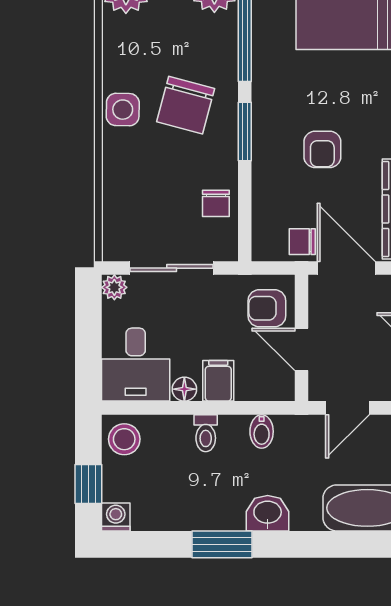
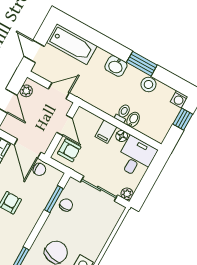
window: (245, 131) -> (54, 199), moved
bidet: (262, 431) -> (133, 120), moved
stool: (124, 439) -> (148, 84), moved

